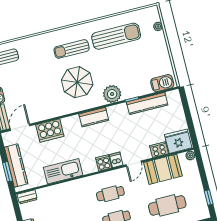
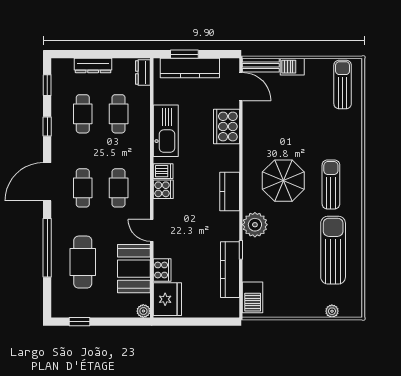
sun lounger: (116, 36) -> (333, 250), turned 180
dishwasher: (116, 160) -> (163, 171), moved
cafe table: (60, 206) -> (119, 114), added

